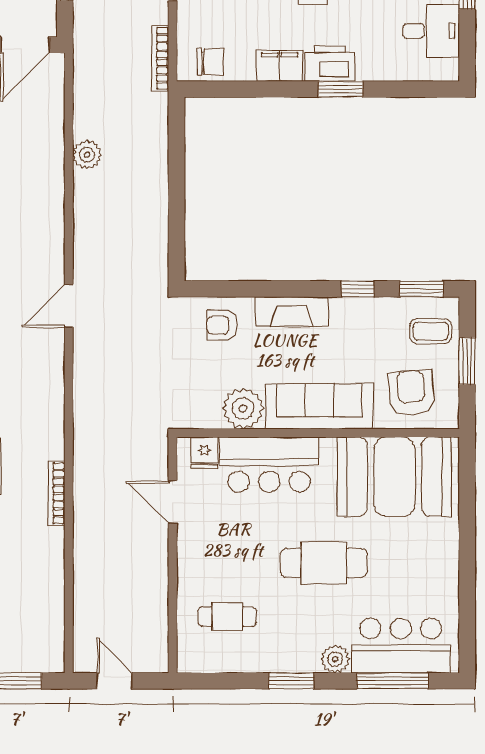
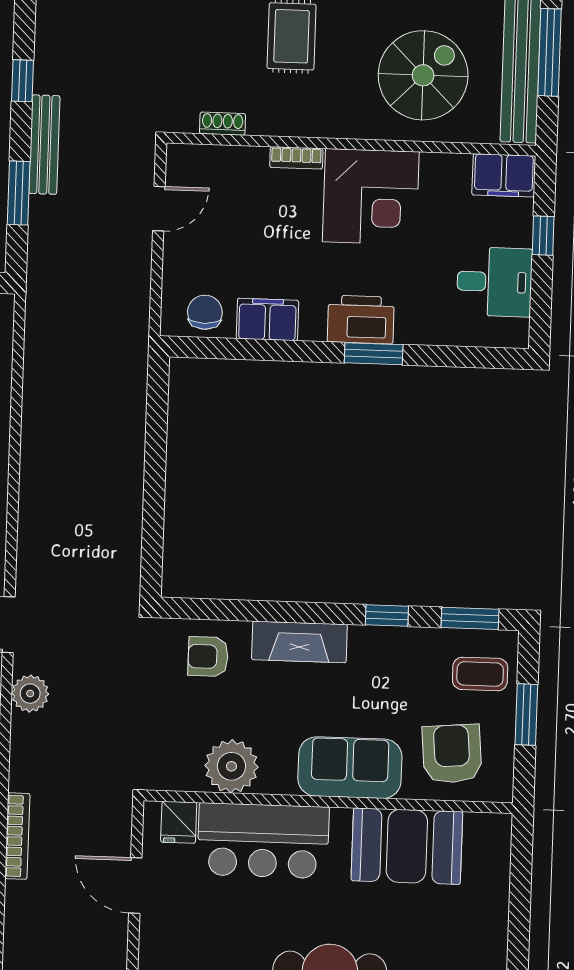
bookcase: (160, 58) -> (17, 836), moved, turned 180
chair: (211, 62) -> (205, 312), turned -90
filing cabinet: (279, 66) -> (267, 319), moved
plant: (87, 155) -> (30, 694), moved
sofa: (319, 406) -> (350, 768), width x0.73
booth: (394, 477) -> (407, 846), width x0.73, depth x0.70

